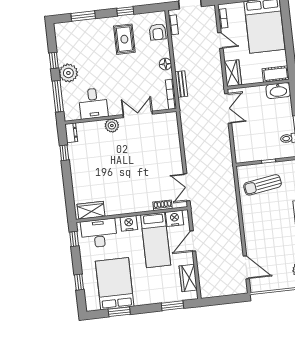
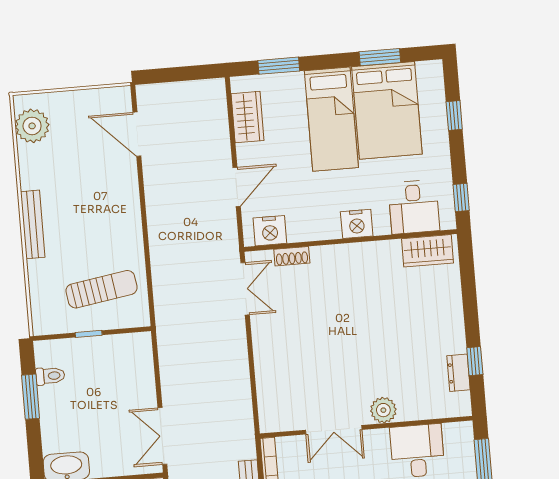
dresser: (71, 133) -> (458, 373), moved
desk: (99, 233) -> (414, 207), width x0.73
bed: (156, 240) -> (331, 119), moved, turned 180

